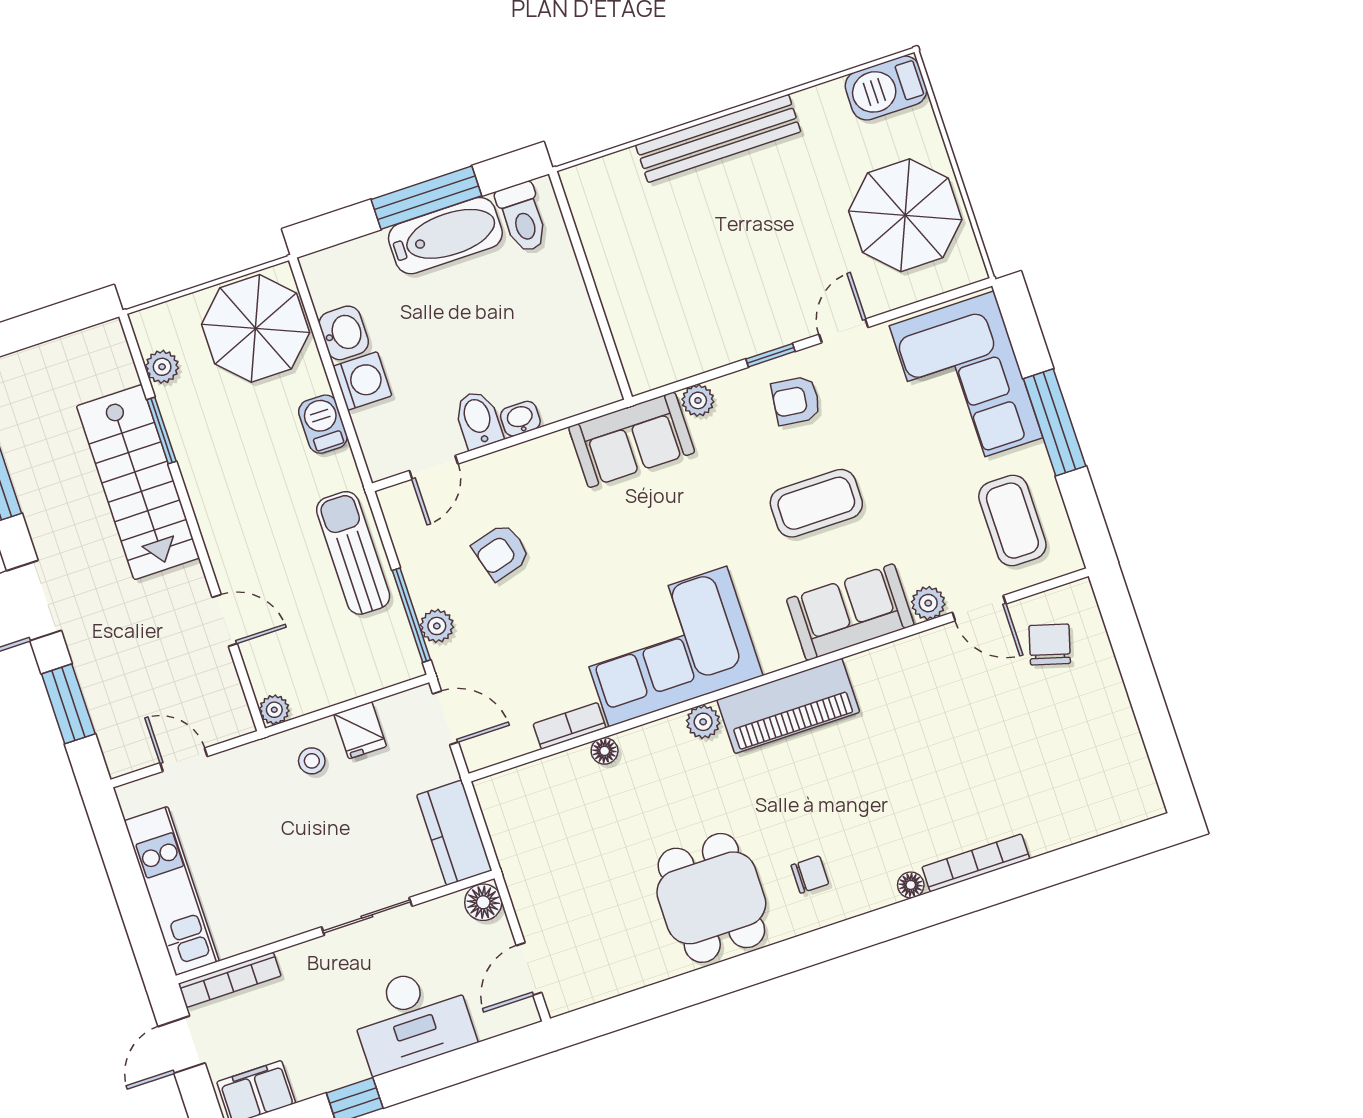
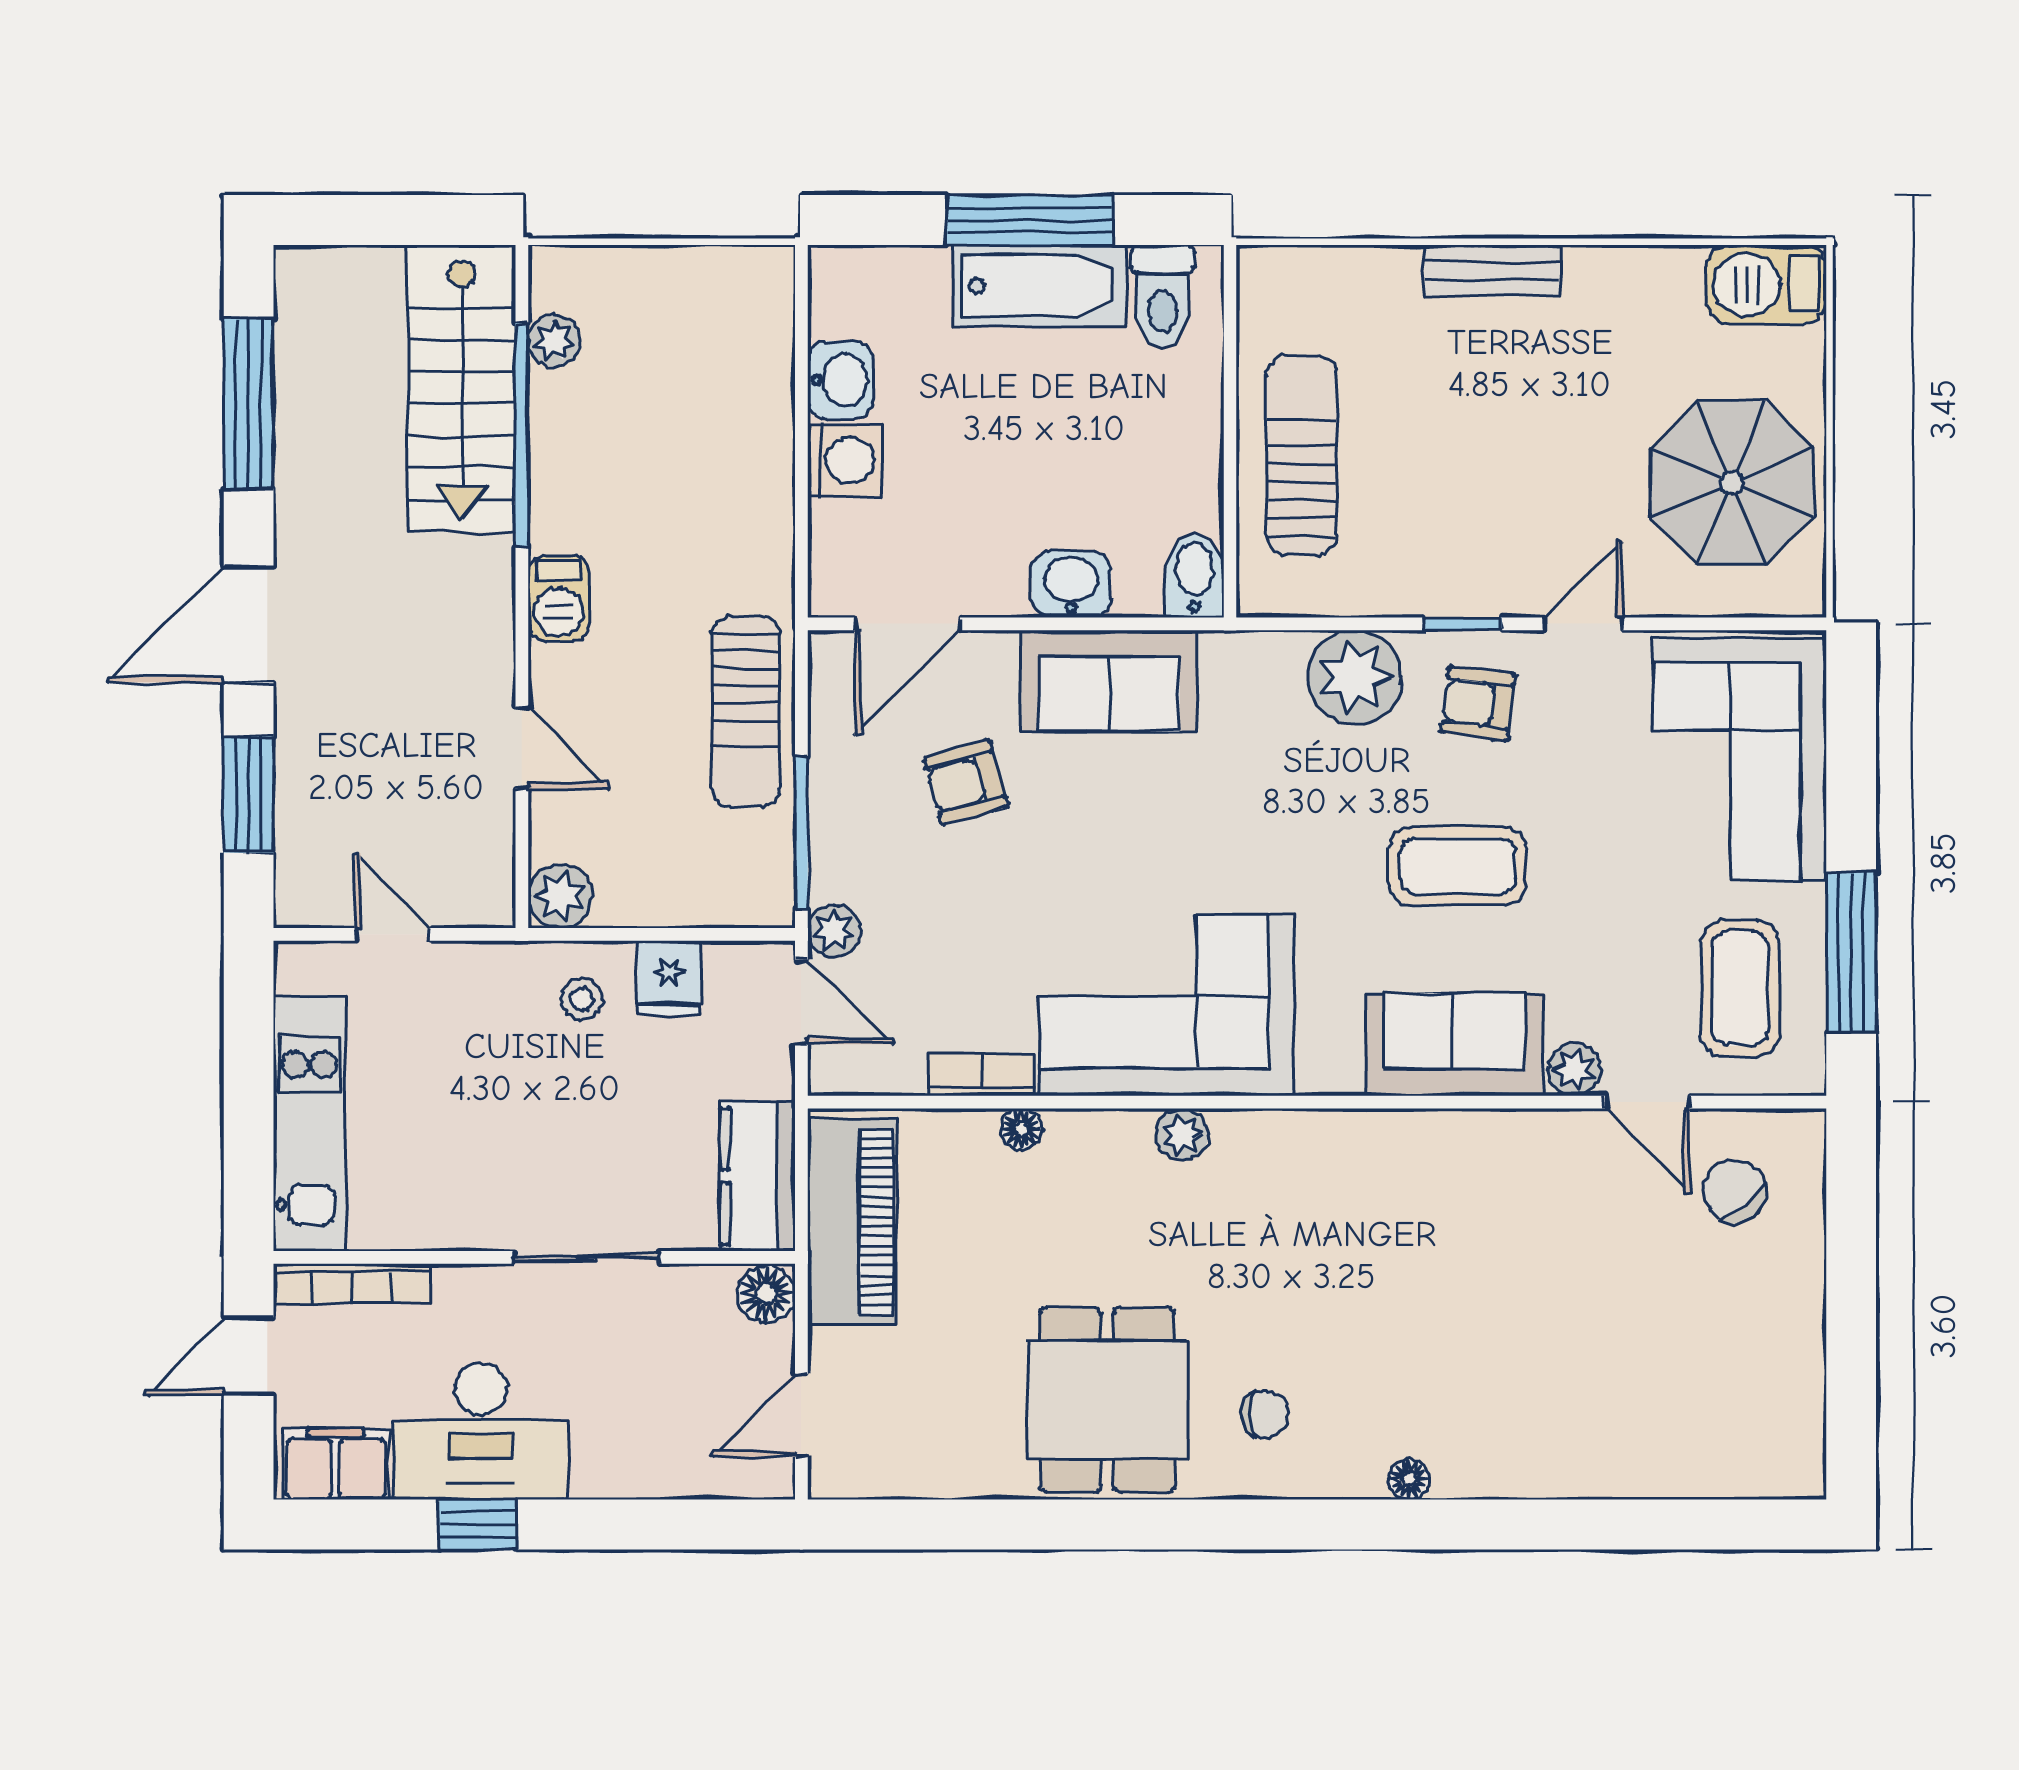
bench: (718, 138) -> (1492, 271), width x0.54, depth x0.82
sun lounger: (639, 285) -> (1302, 455), added
parasol: (256, 328) -> (712, 330), removed
plant: (698, 400) -> (1355, 677), width x1.88, depth x1.88
washbasin: (520, 419) -> (1071, 584), width x1.38, depth x1.45
bidet: (478, 420) -> (1194, 575), moved
window: (1055, 422) -> (1851, 953), moved
barbecue: (323, 424) -> (559, 598), moved, turned 180
window: (162, 430) -> (522, 435), width x2.11
sofa: (632, 440) -> (1109, 681), moved
door: (434, 467) -> (908, 624), width x1.37
stairs: (138, 482) -> (462, 388), moved
sun lounger: (353, 553) -> (746, 711), turned 180
plant: (437, 626) -> (834, 931), moved
chair: (1050, 644) -> (1734, 1191), turned -54
piano: (788, 706) -> (852, 1221), moved, turned -90
plant: (274, 710) -> (560, 896), width x1.38, depth x1.38
bookcase: (976, 863) -> (1517, 1479), removed
desk: (412, 1019) -> (481, 1431), moved

